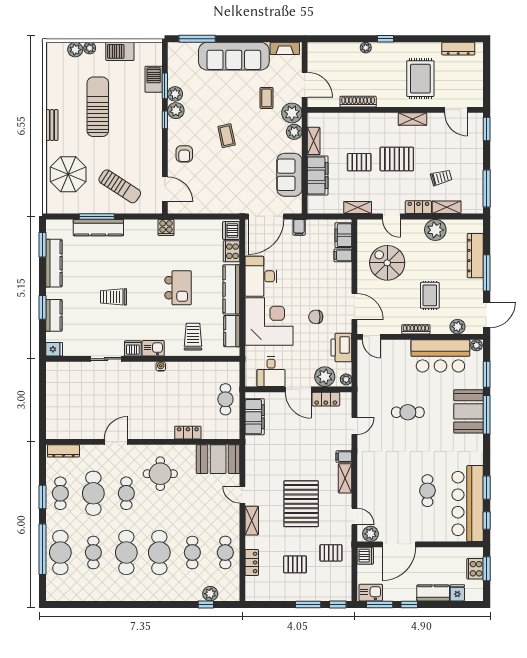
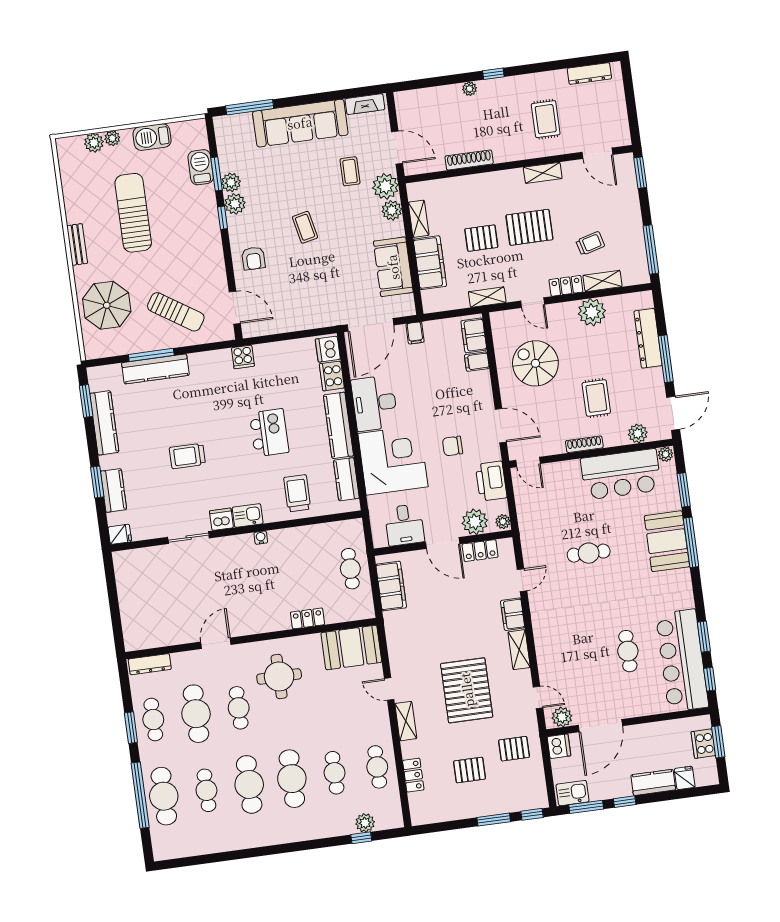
rug: (420, 79) -> (546, 119), width x0.73, depth x0.70
filing cabinet: (344, 457) -> (513, 614), width x2.00

